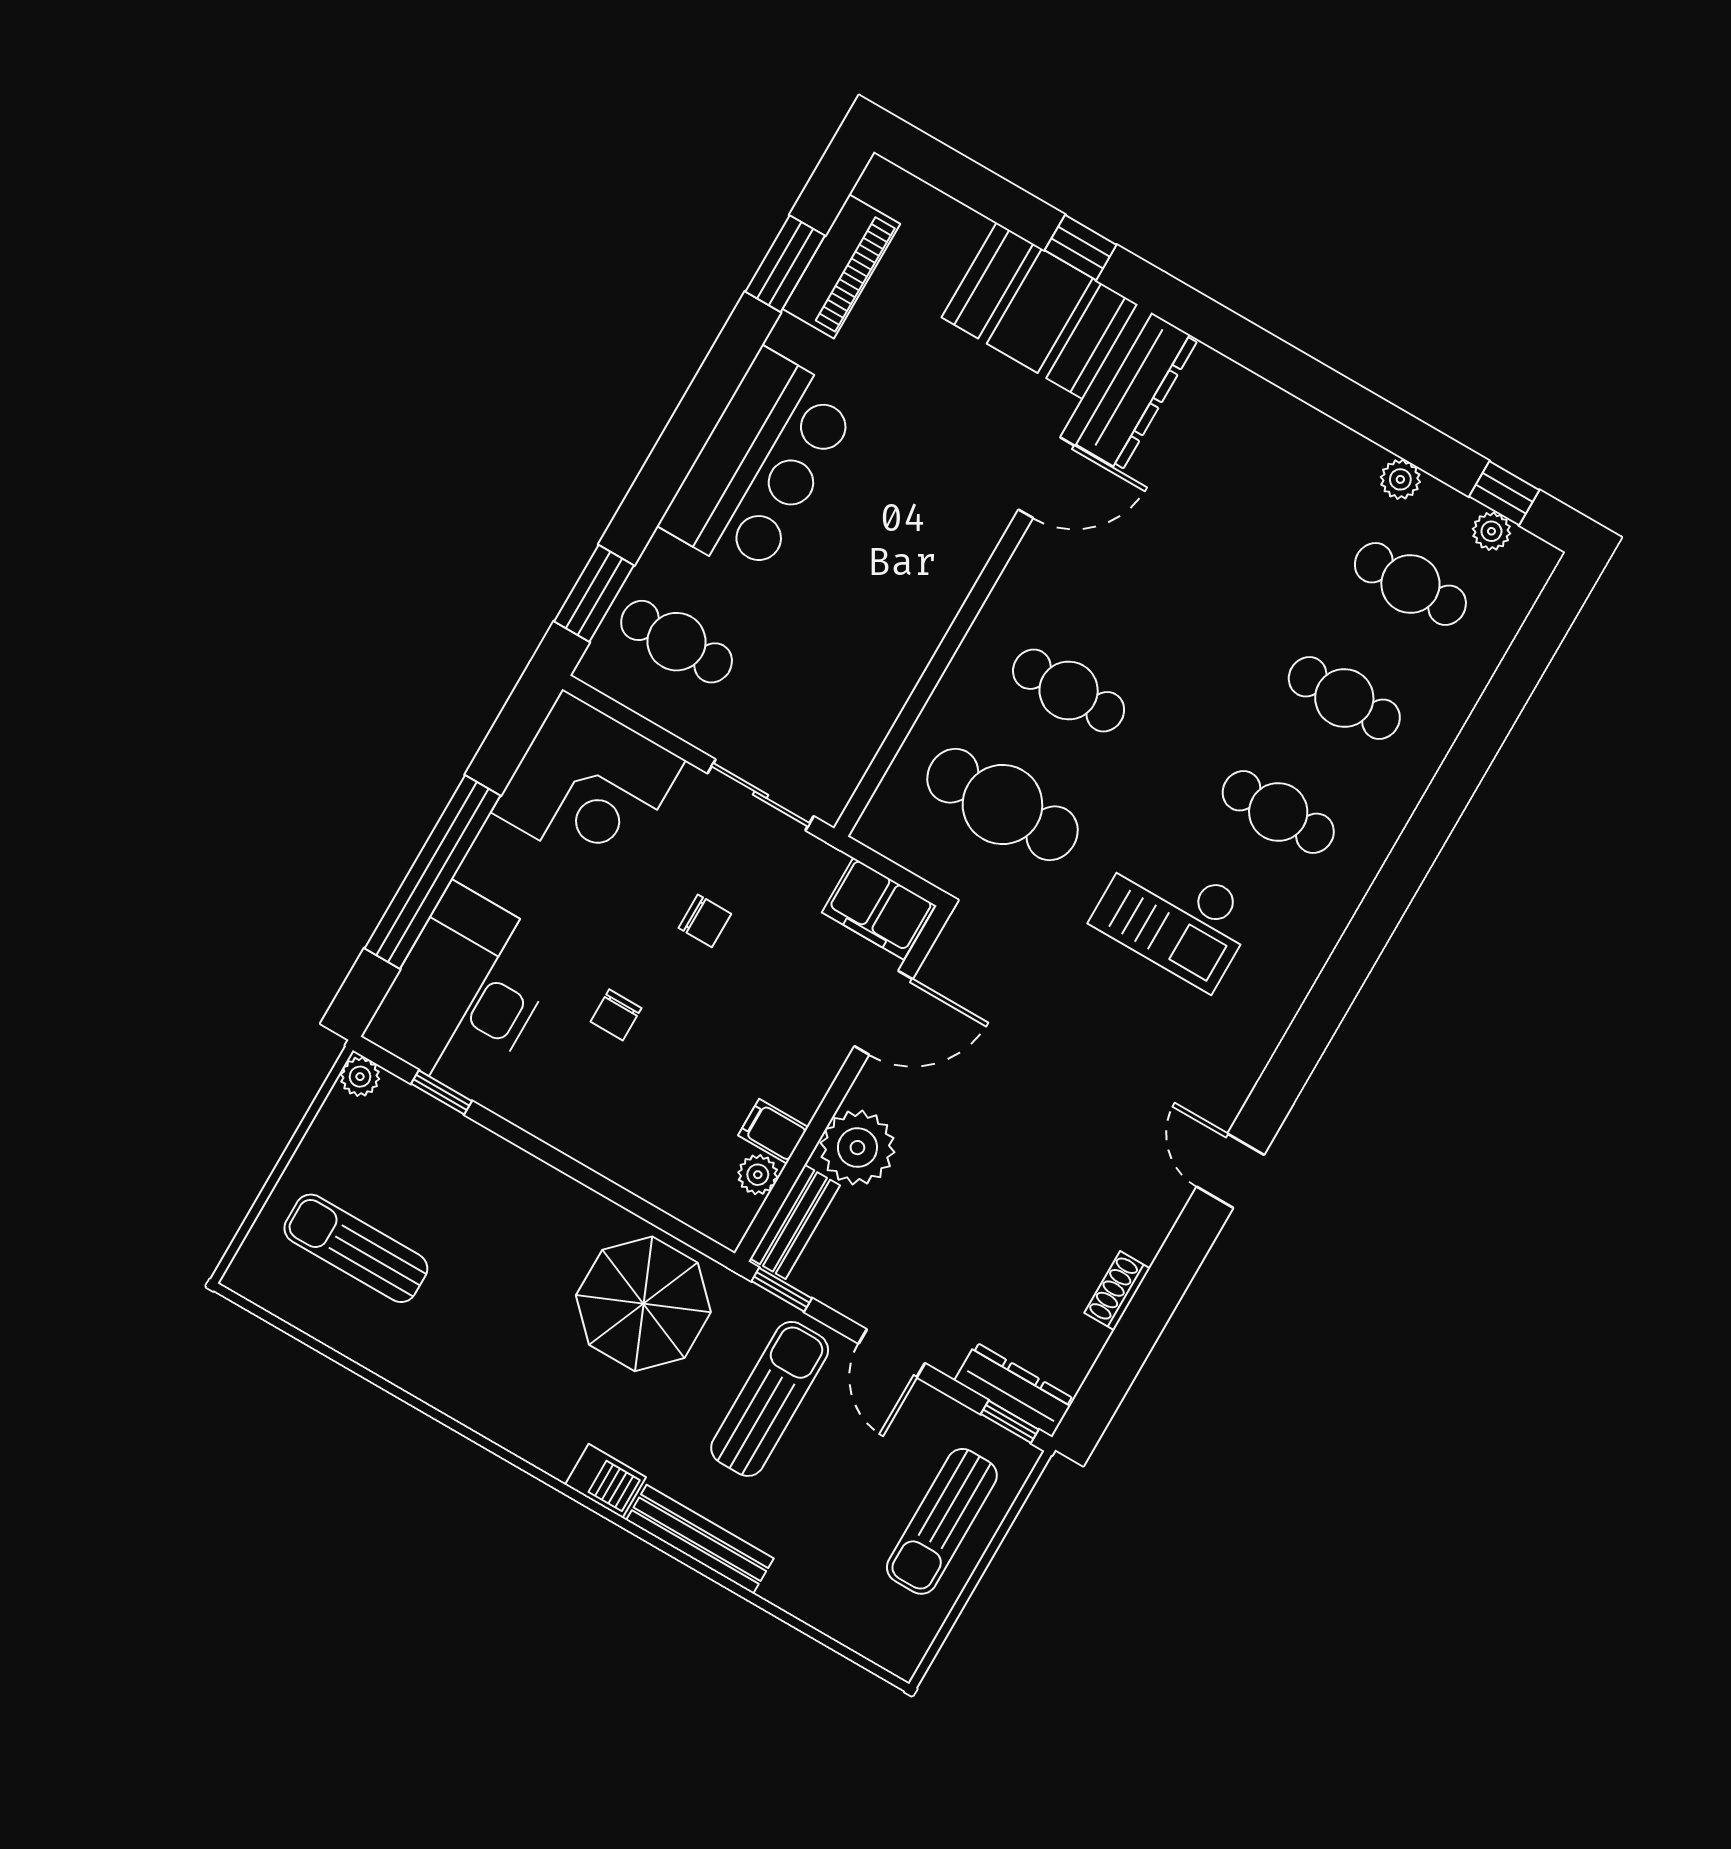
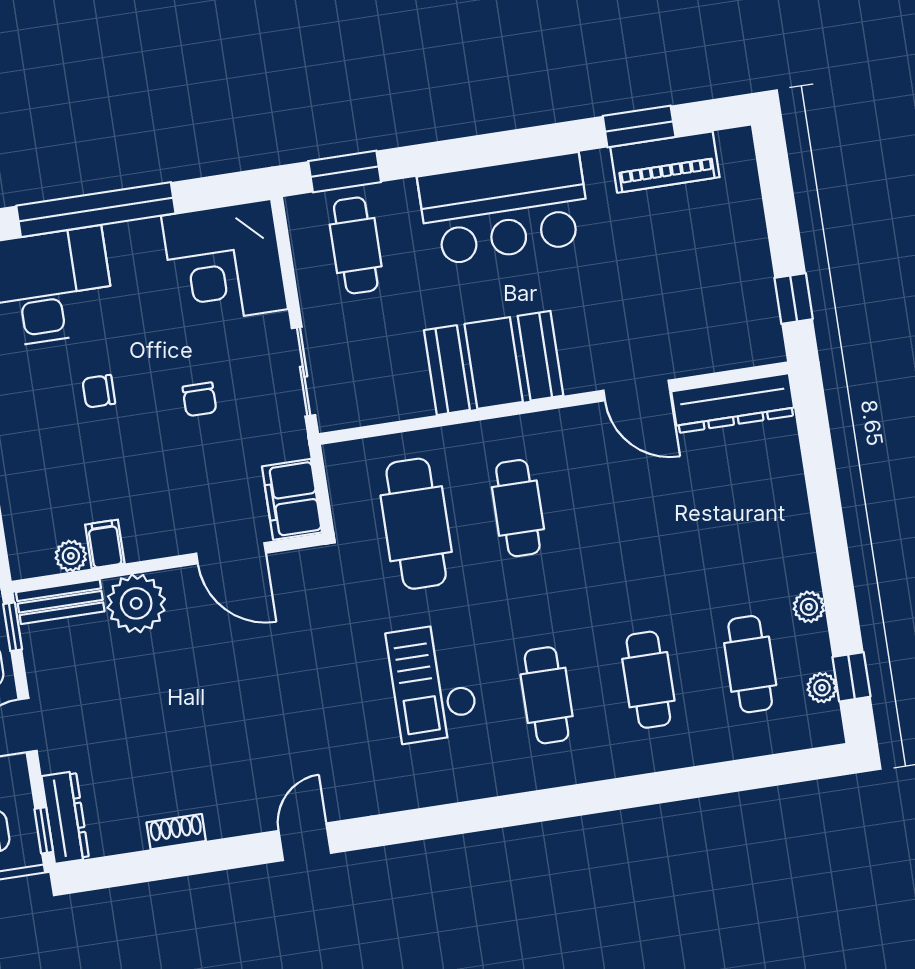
booth: (1040, 311) -> (494, 363), moved, turned 90

